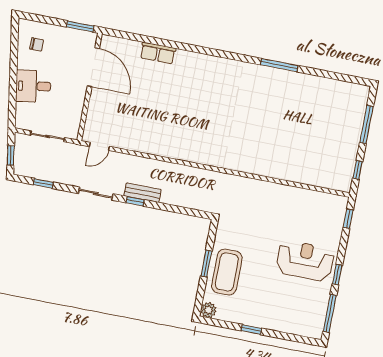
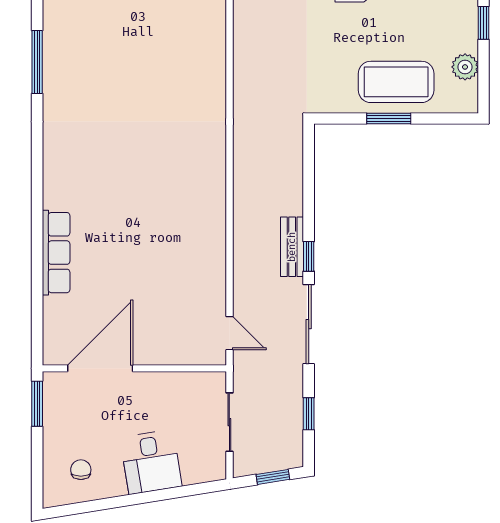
row of seats: (158, 53) -> (56, 253), width x1.48
sliding door: (96, 194) -> (309, 324), width x1.37
plant: (208, 310) -> (465, 67), moved

